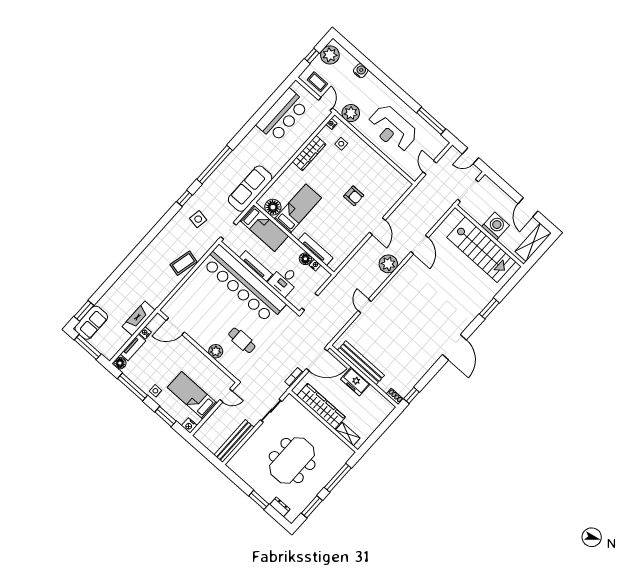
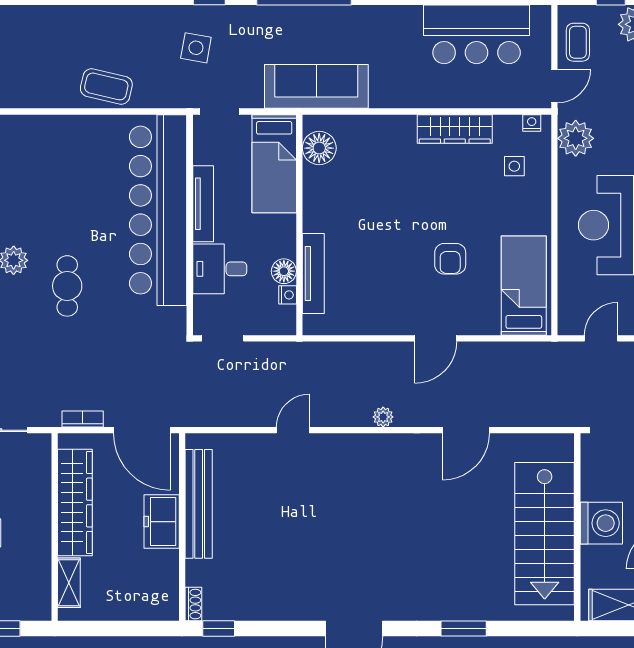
bed: (298, 209) -> (524, 286), moved, turned -90
plant: (388, 264) -> (383, 417), width x0.53, depth x0.53

